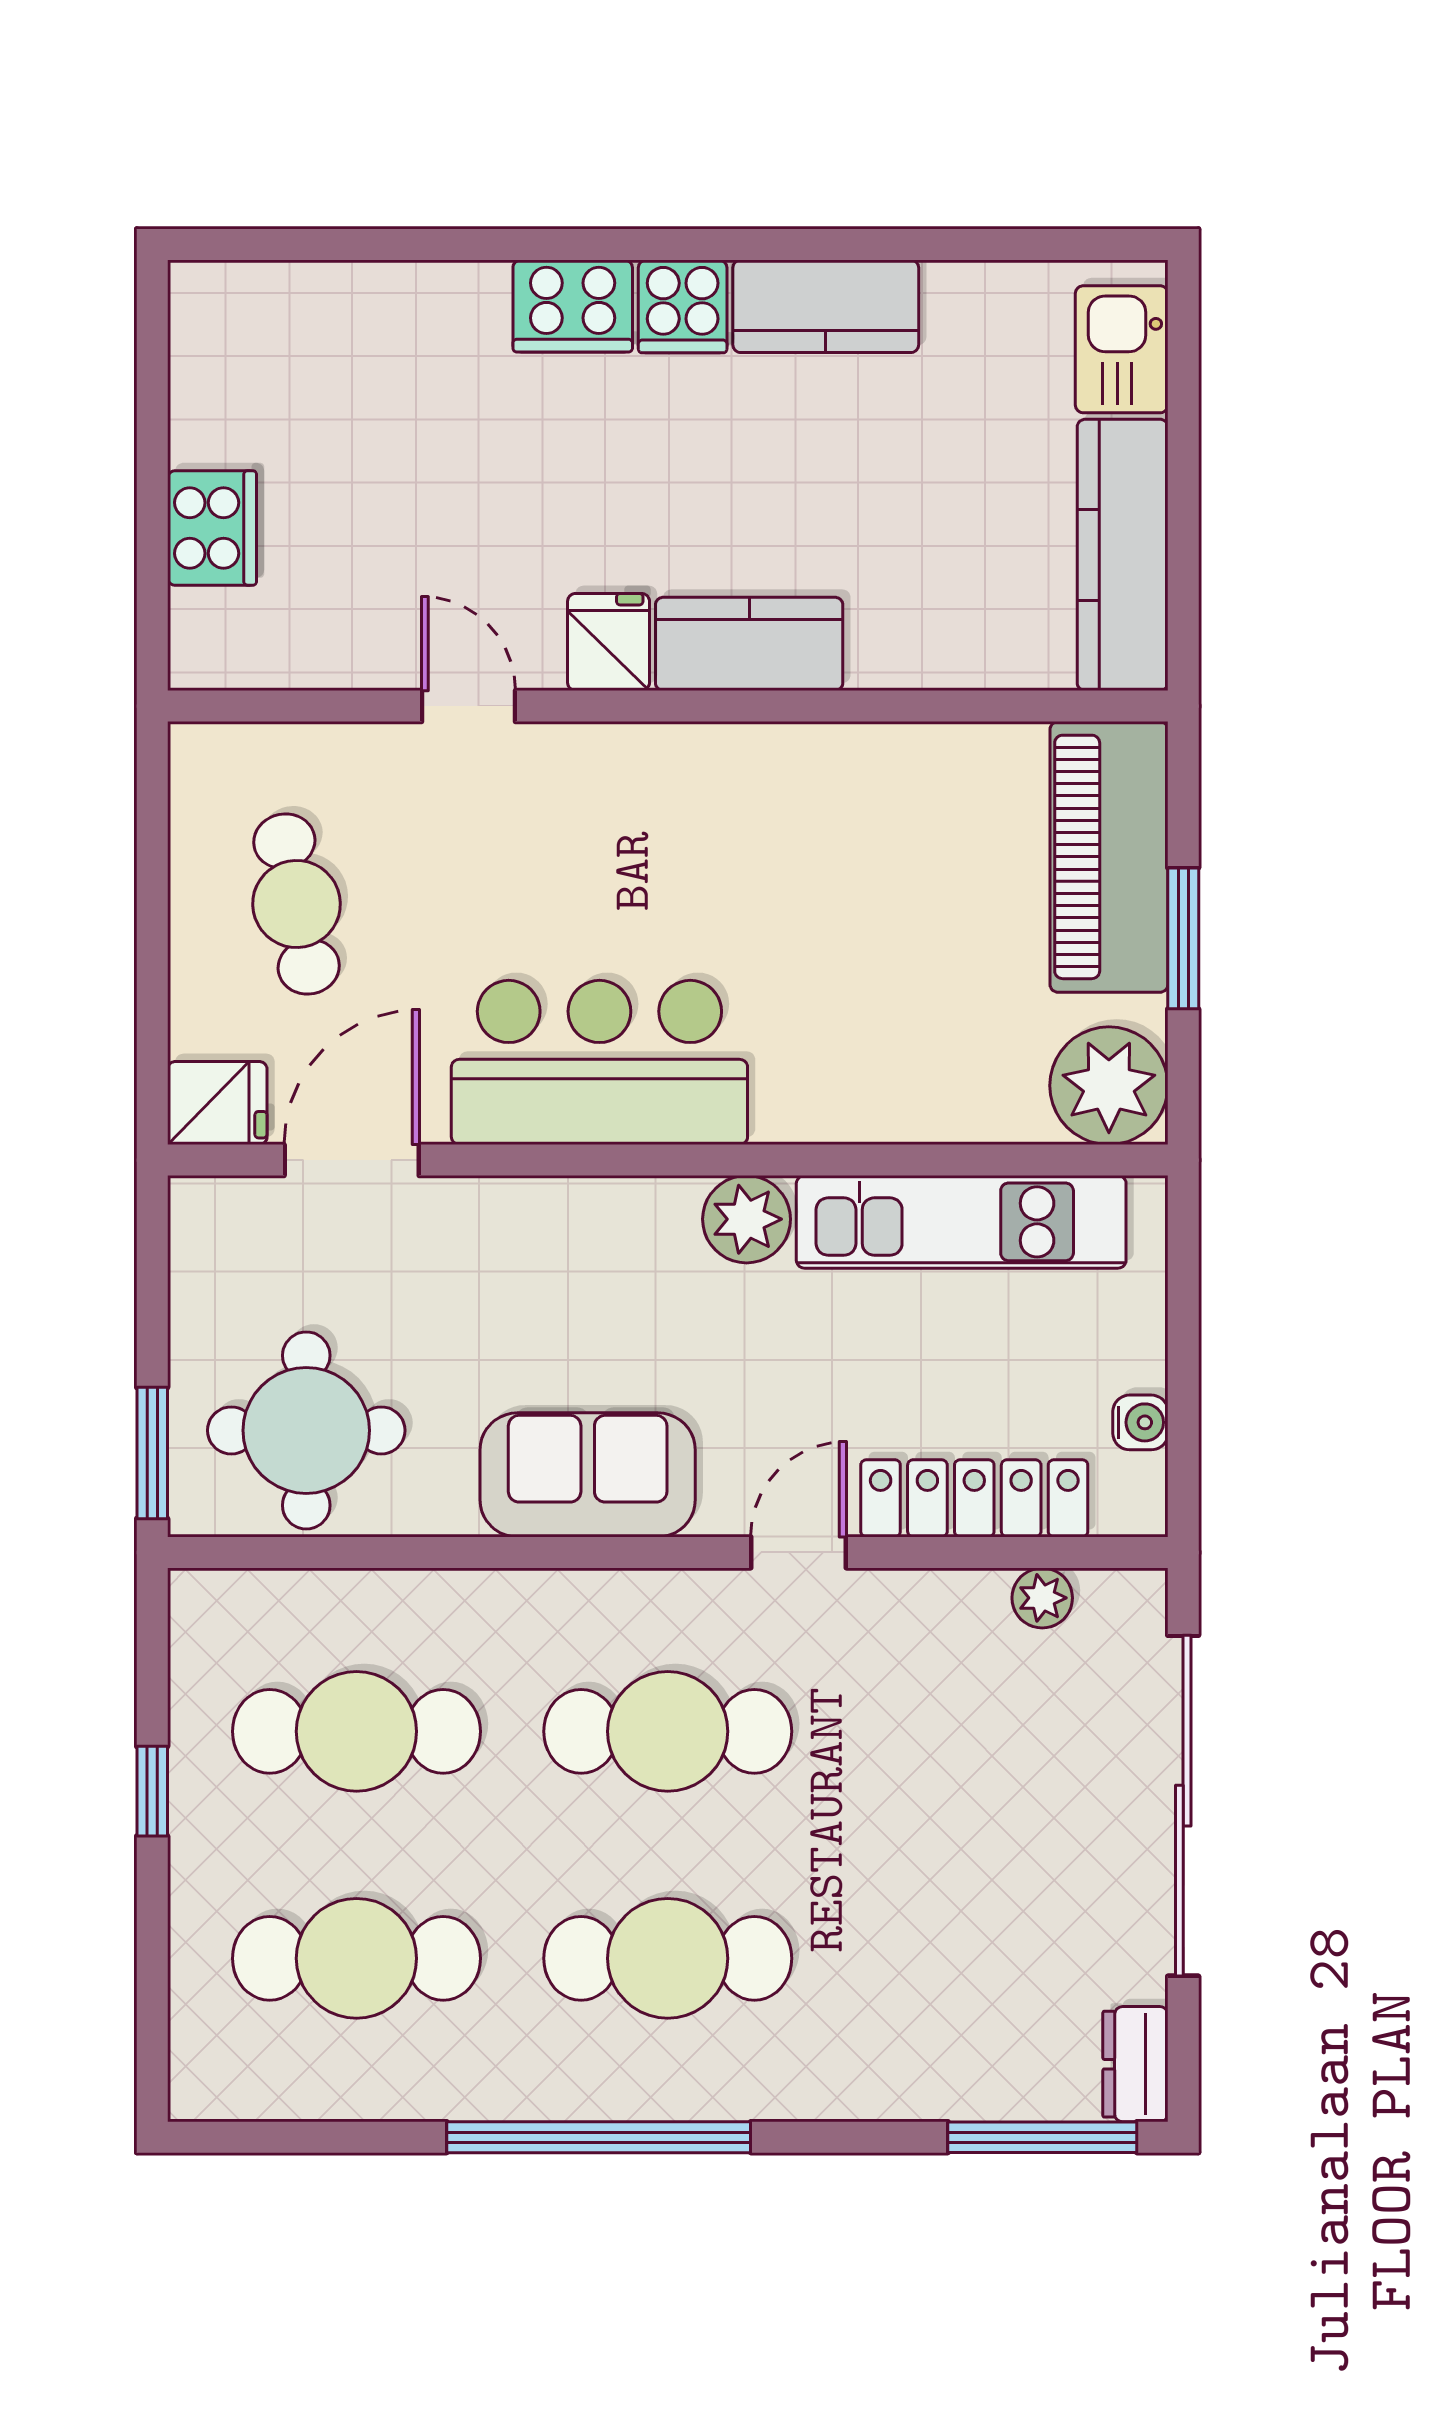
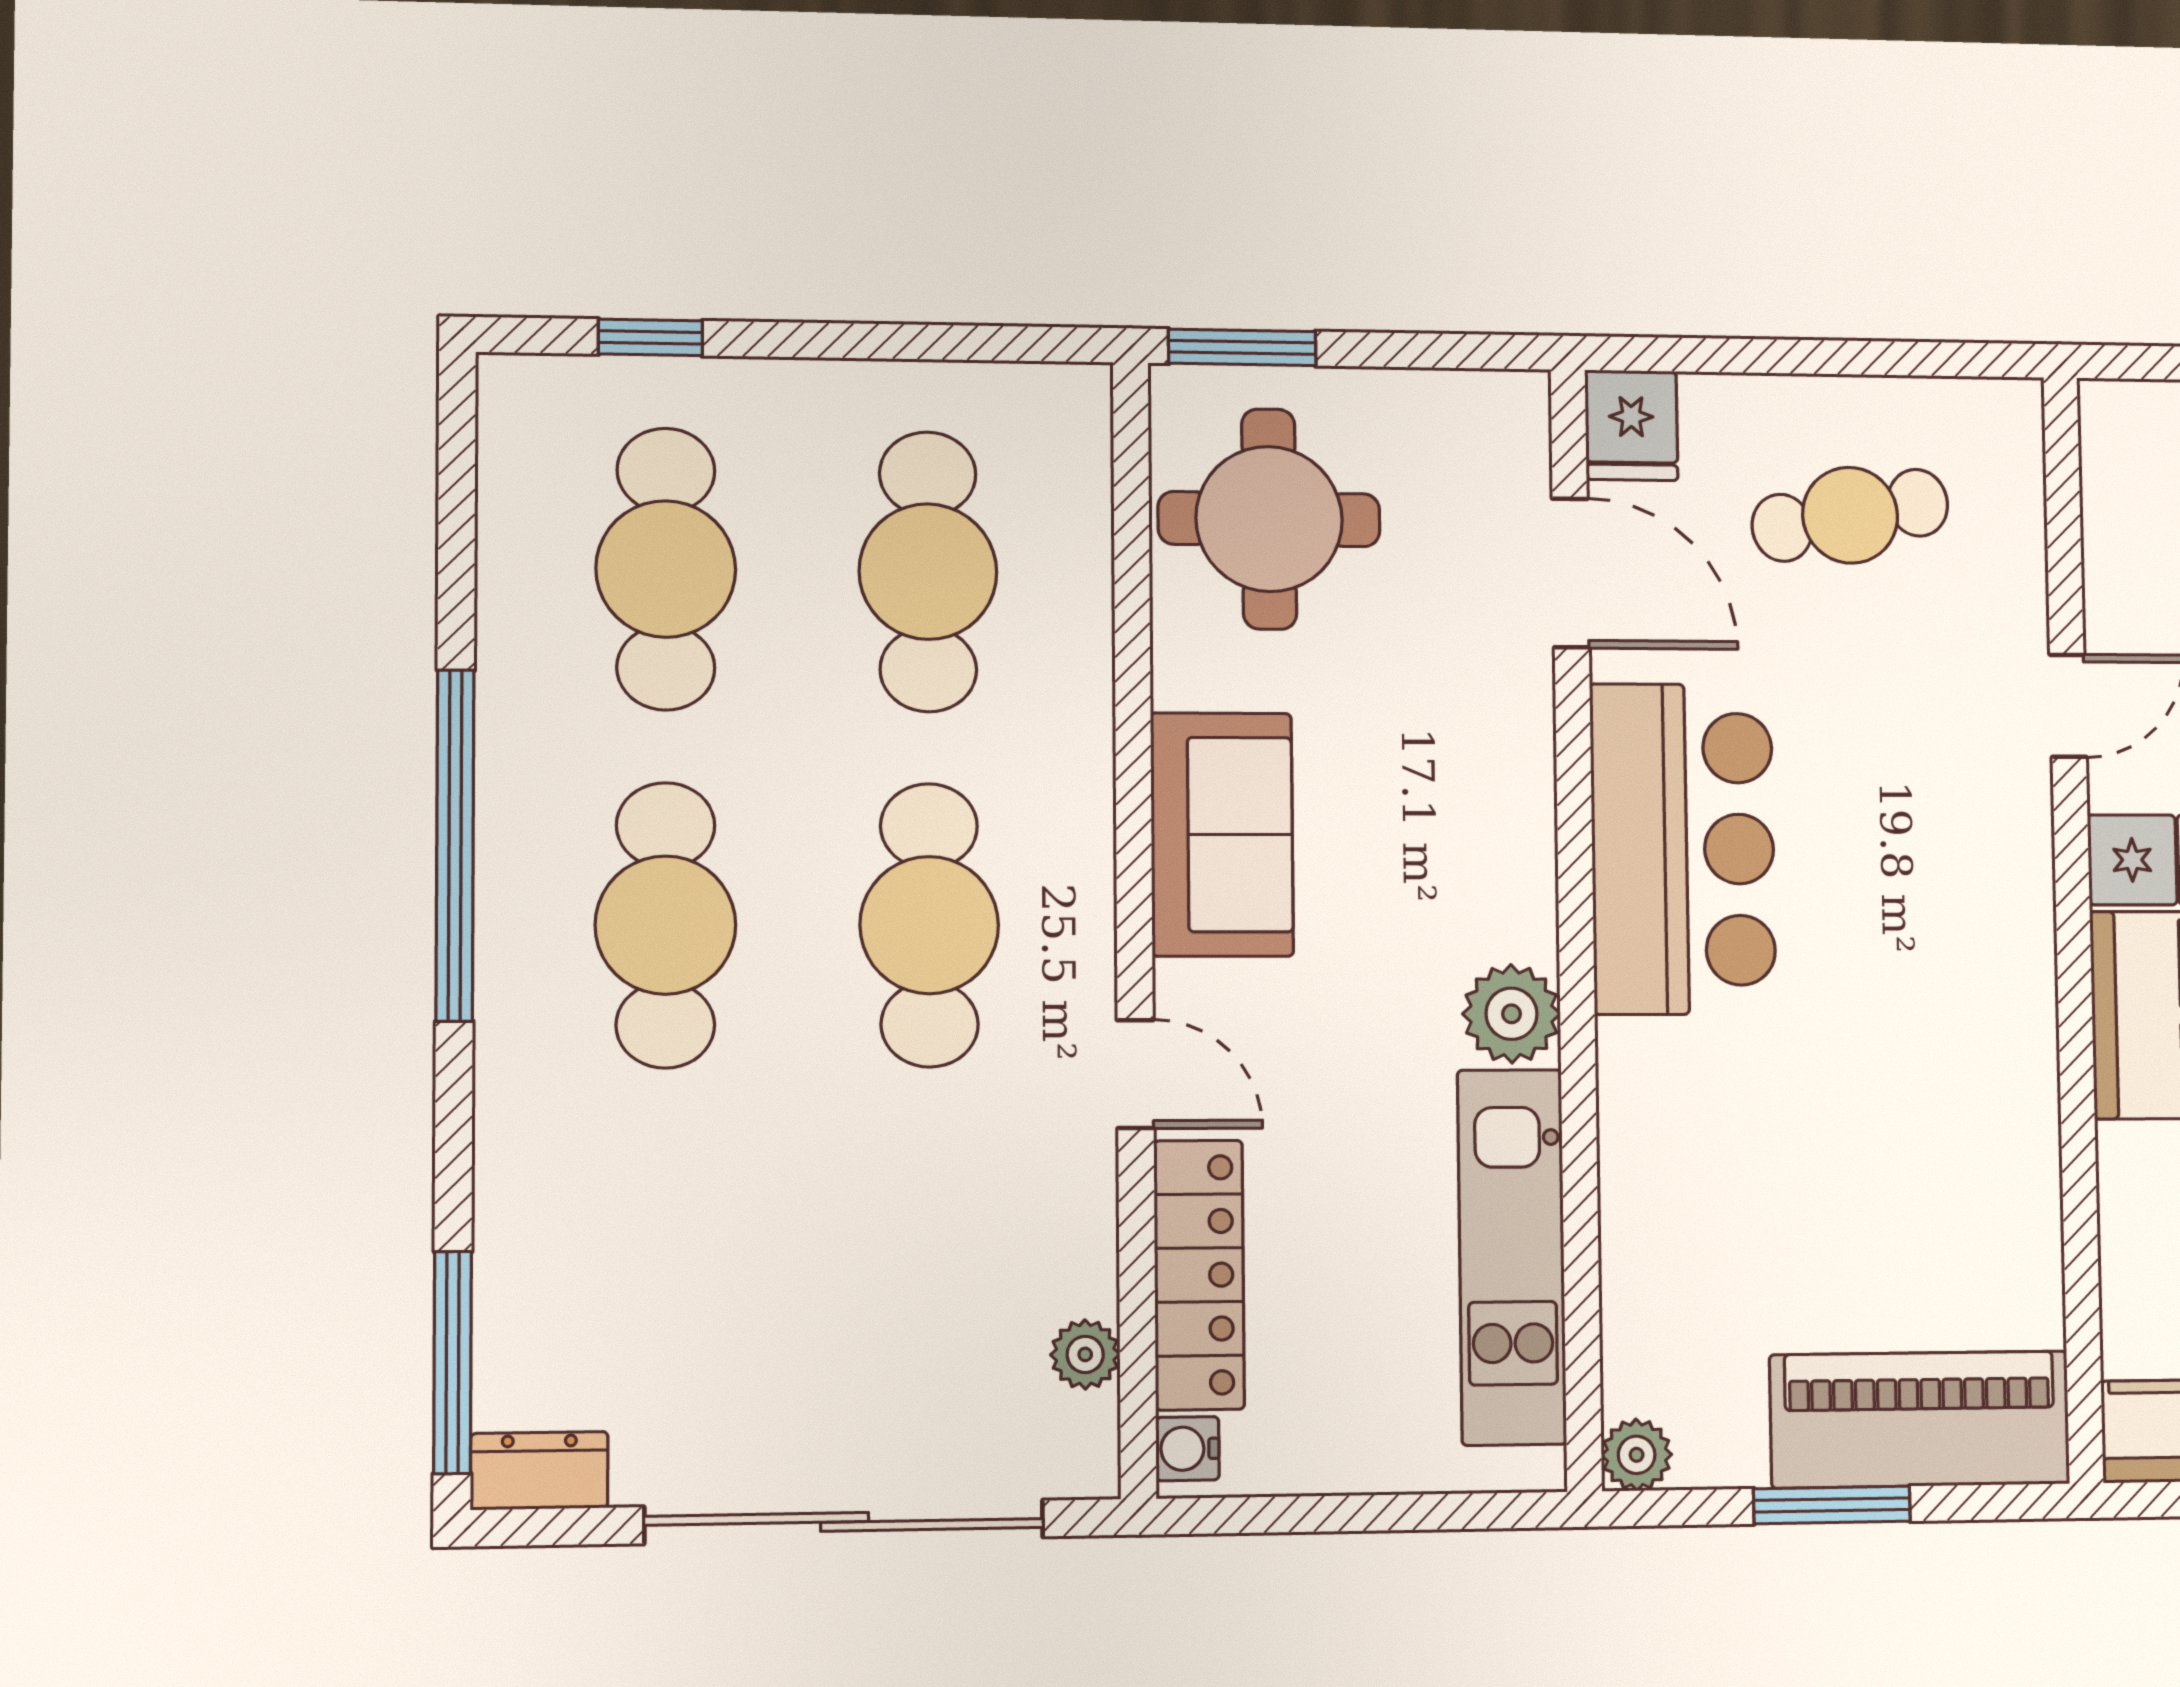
plant: (1109, 1086) -> (1637, 1455), width x0.53, depth x0.53
water cooler: (1140, 1422) -> (1187, 1449), moved, turned 90
window: (152, 1791) -> (650, 337), moved

